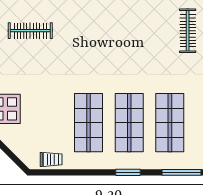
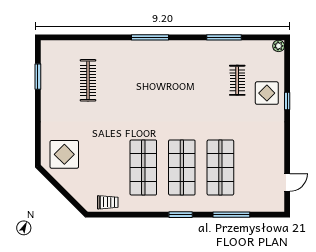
clothes rail: (30, 31) -> (88, 80), turned 90
clothes rail: (188, 31) -> (237, 80), width x0.73

